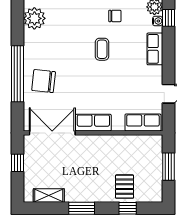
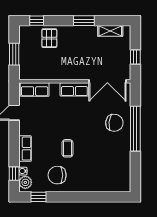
chair: (115, 16) -> (57, 175), width x1.87, depth x1.87
plant: (34, 18) -> (122, 173), removed
window: (128, 208) -> (37, 21), moved

